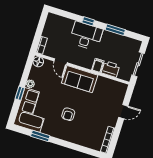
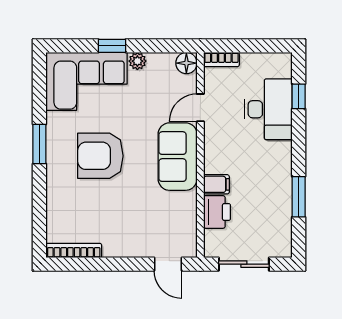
window: (88, 21) -> (299, 96), moved
desk: (86, 36) -> (268, 109), moved
door: (123, 112) -> (168, 264), moved
armchair: (68, 114) -> (100, 156), width x1.88, depth x1.88
window: (40, 136) -> (39, 144), moved

